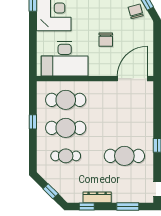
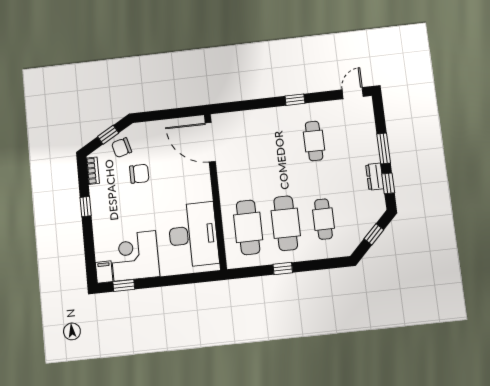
chair: (106, 40) -> (139, 174), moved
cafe table: (124, 156) -> (314, 141), width x0.73, depth x0.74
dresser: (97, 197) -> (375, 177), width x0.70
window: (128, 207) -> (384, 149), moved

